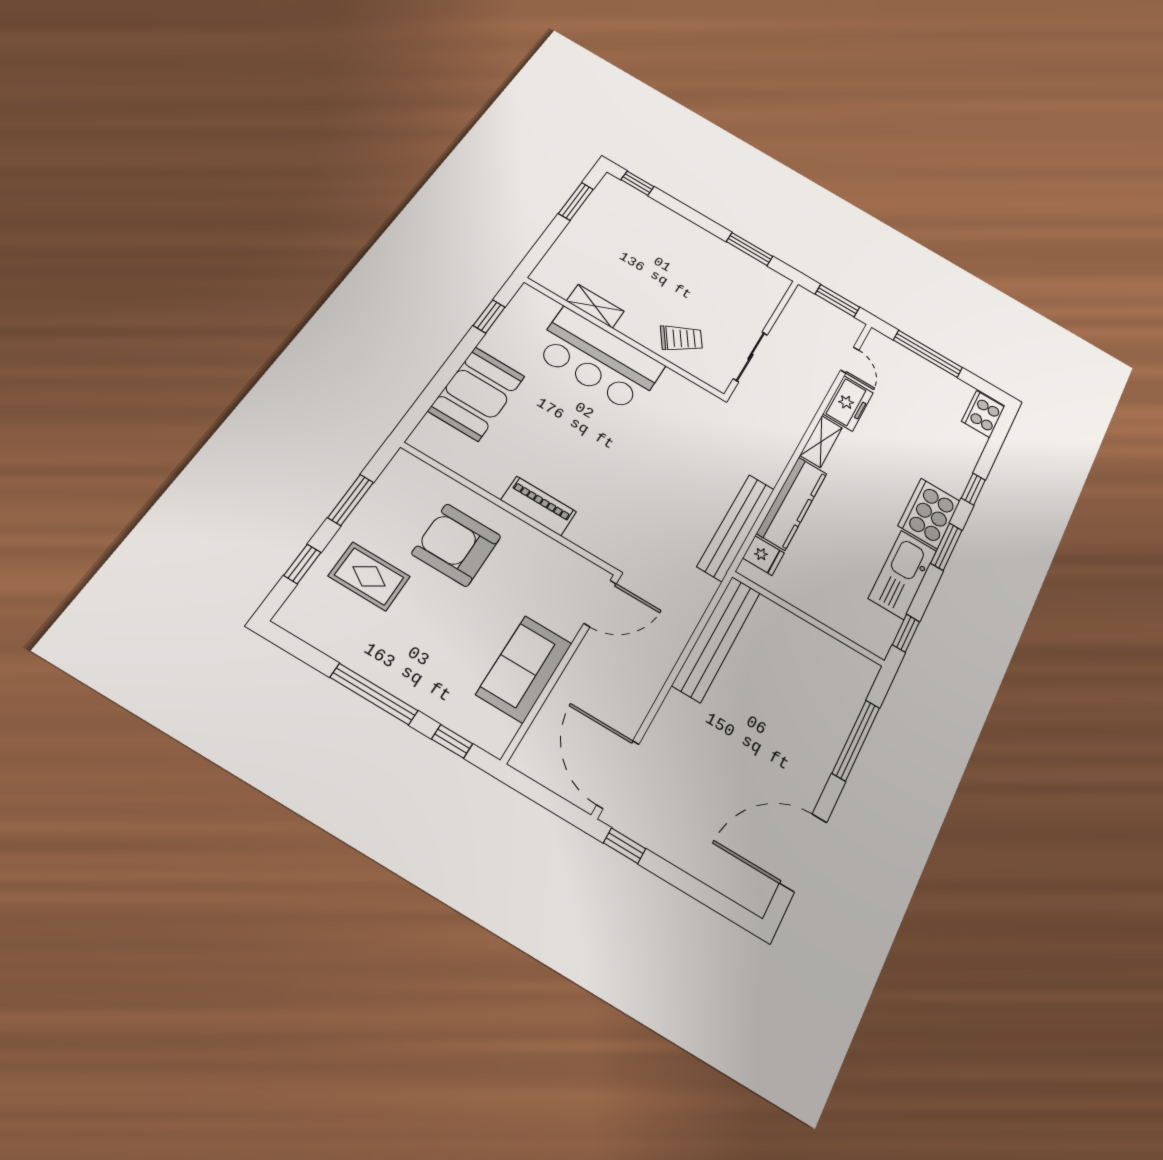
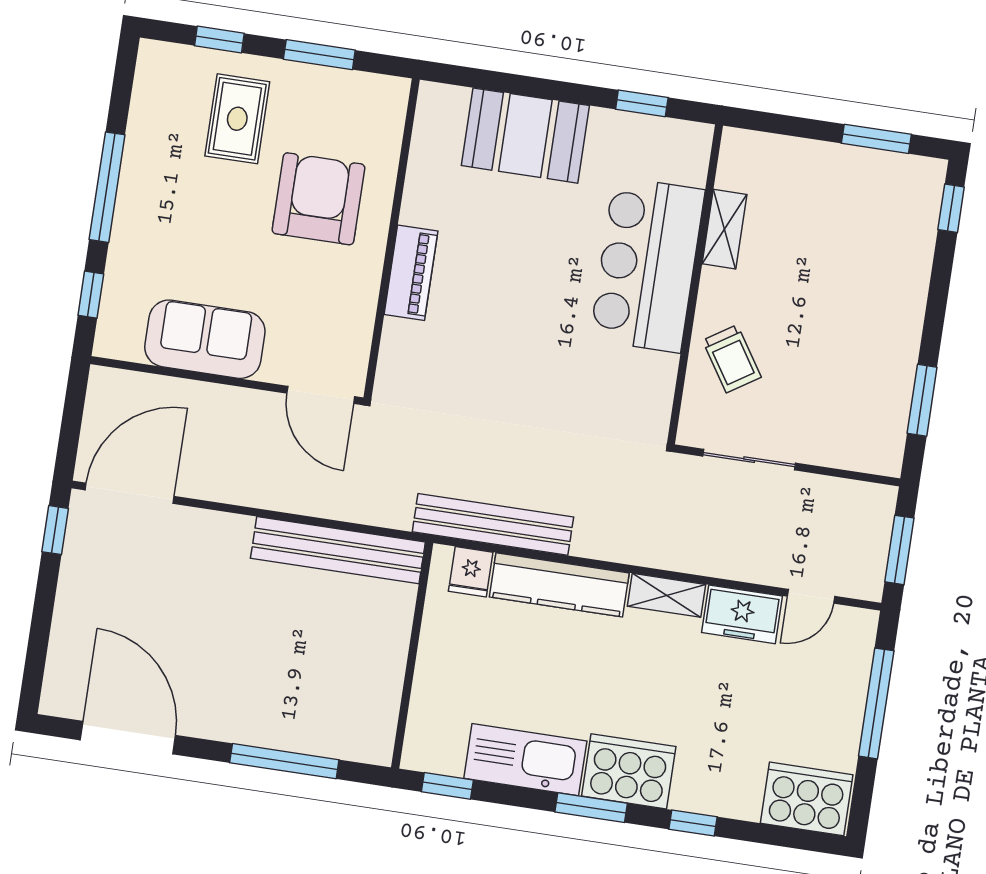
cooker: (983, 414) -> (807, 799), width x1.37, depth x1.31

